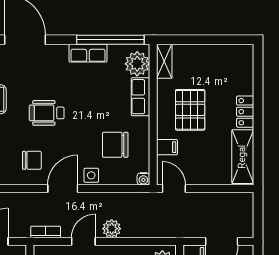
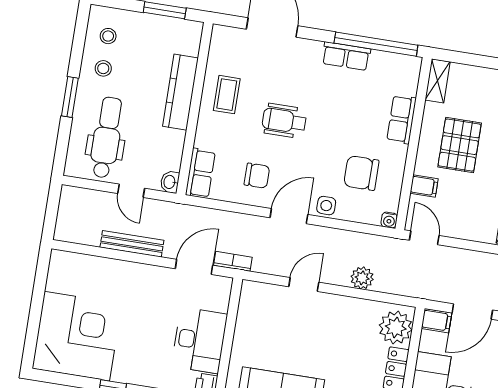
plant: (137, 64) -> (404, 79), removed
plant: (112, 229) -> (362, 278), moved
bookcase: (46, 232) -> (233, 261), moved

